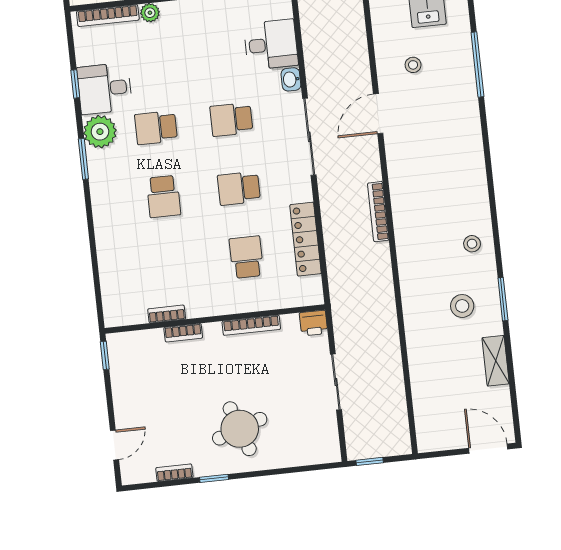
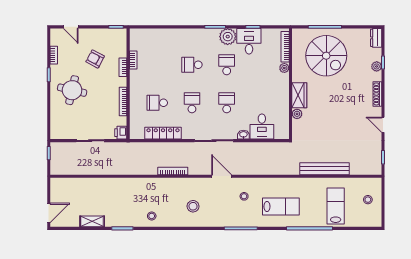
school desk: (246, 257) -> (157, 103), turned 180
stool: (462, 306) -> (193, 206), moved
armchair: (173, 390) -> (95, 59), added
round table: (240, 429) -> (72, 90), turned 32

